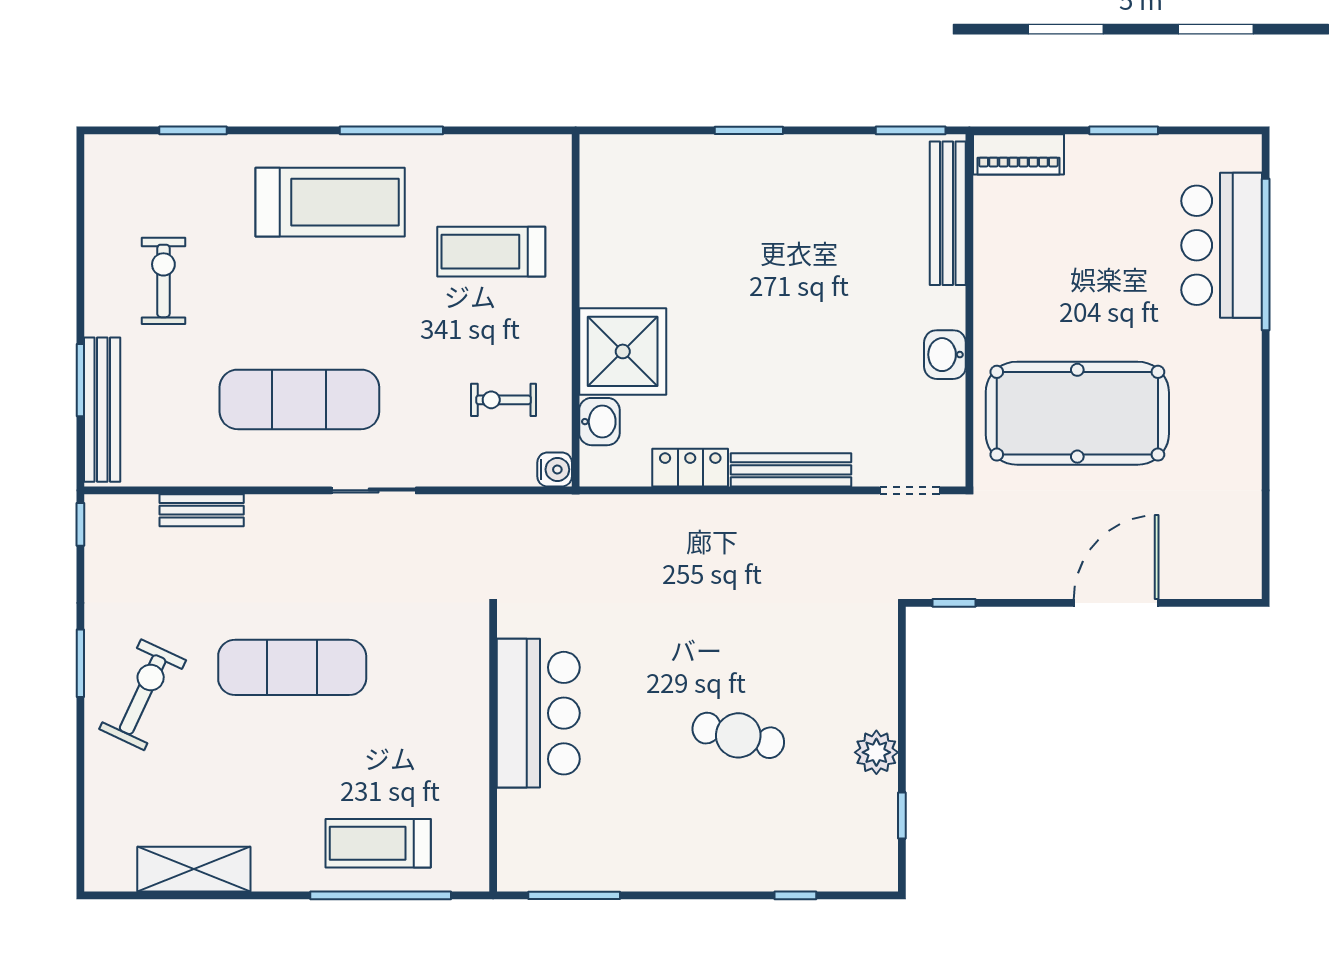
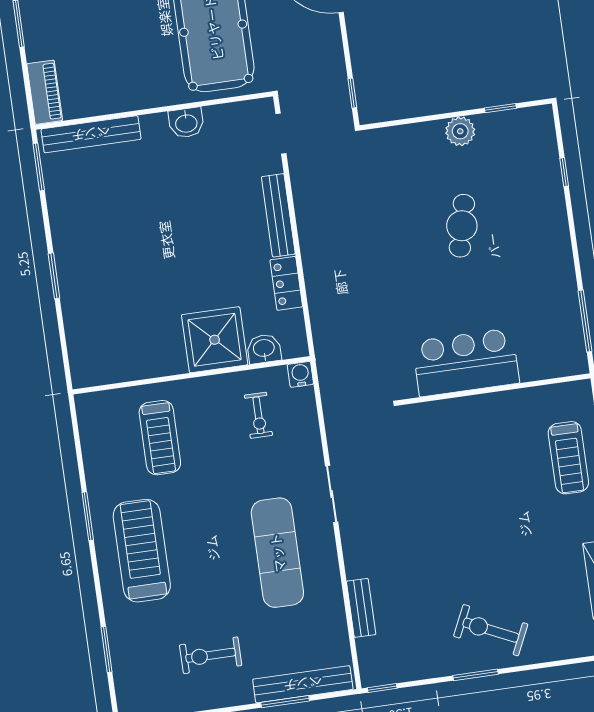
window: (391, 130) -> (88, 516), width x0.69
exercise mat: (292, 667) -> (458, 532), removed

